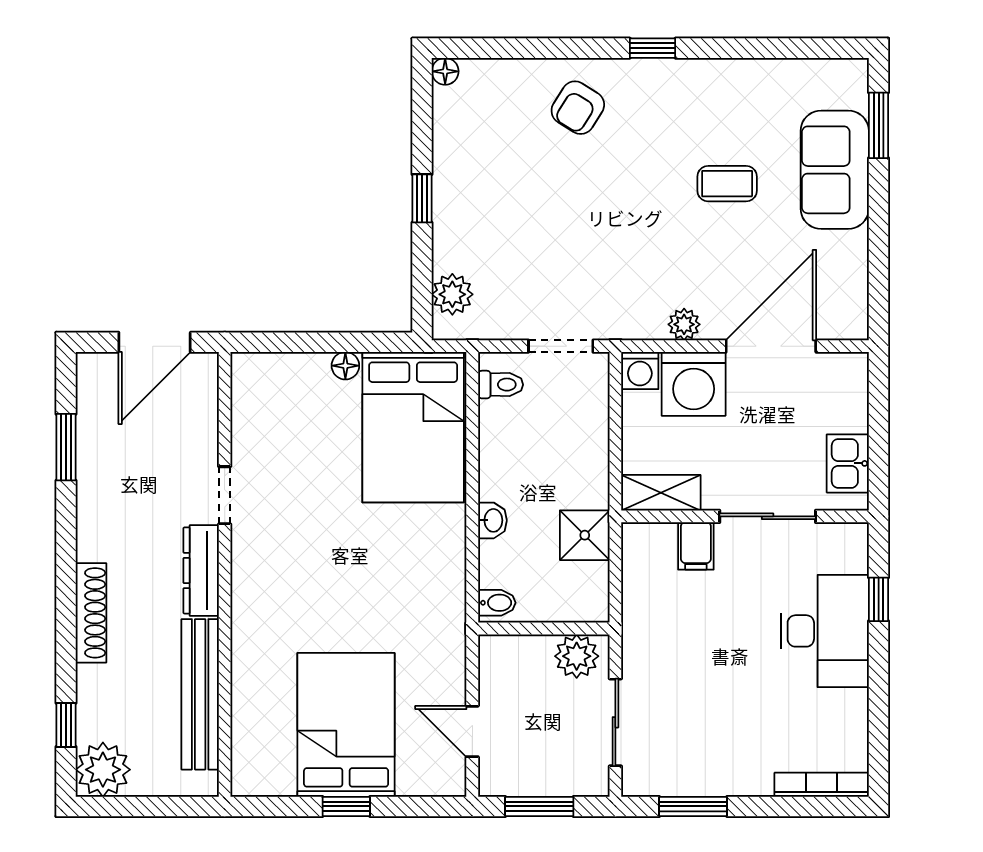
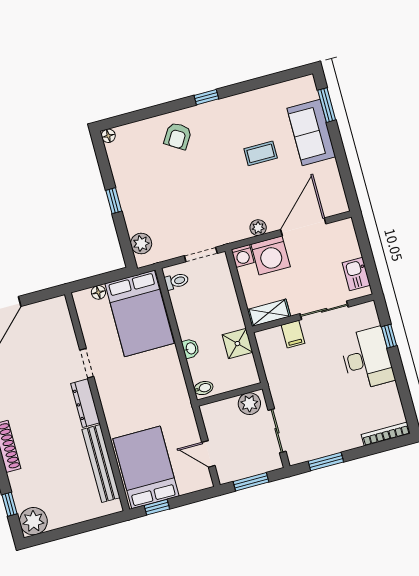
doorway: (225, 495) -> (87, 363), moved
dresser: (201, 570) -> (85, 403), moved
wall: (225, 574) -> (97, 402), moved
bench: (200, 694) -> (101, 464), moved

